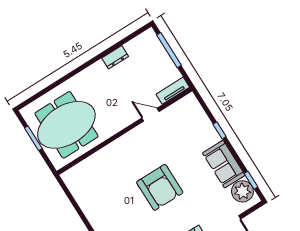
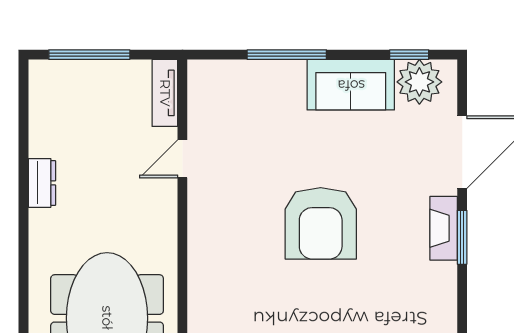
dresser: (115, 57) -> (42, 183), moved
window: (220, 130) -> (287, 55), width x2.17
armchair: (160, 187) -> (321, 223), turned 90

